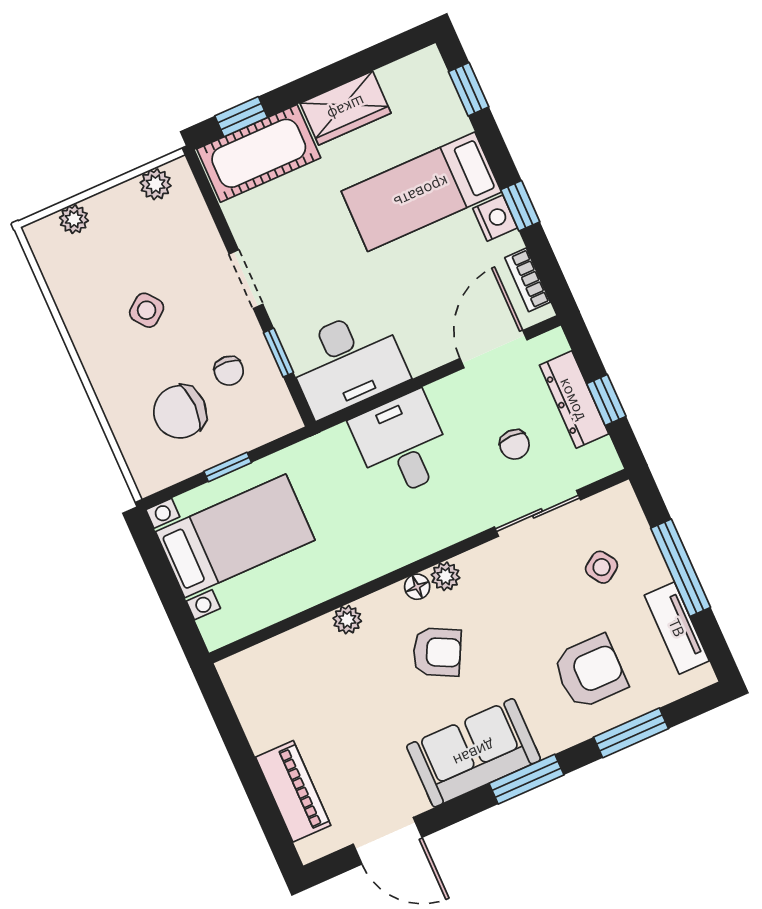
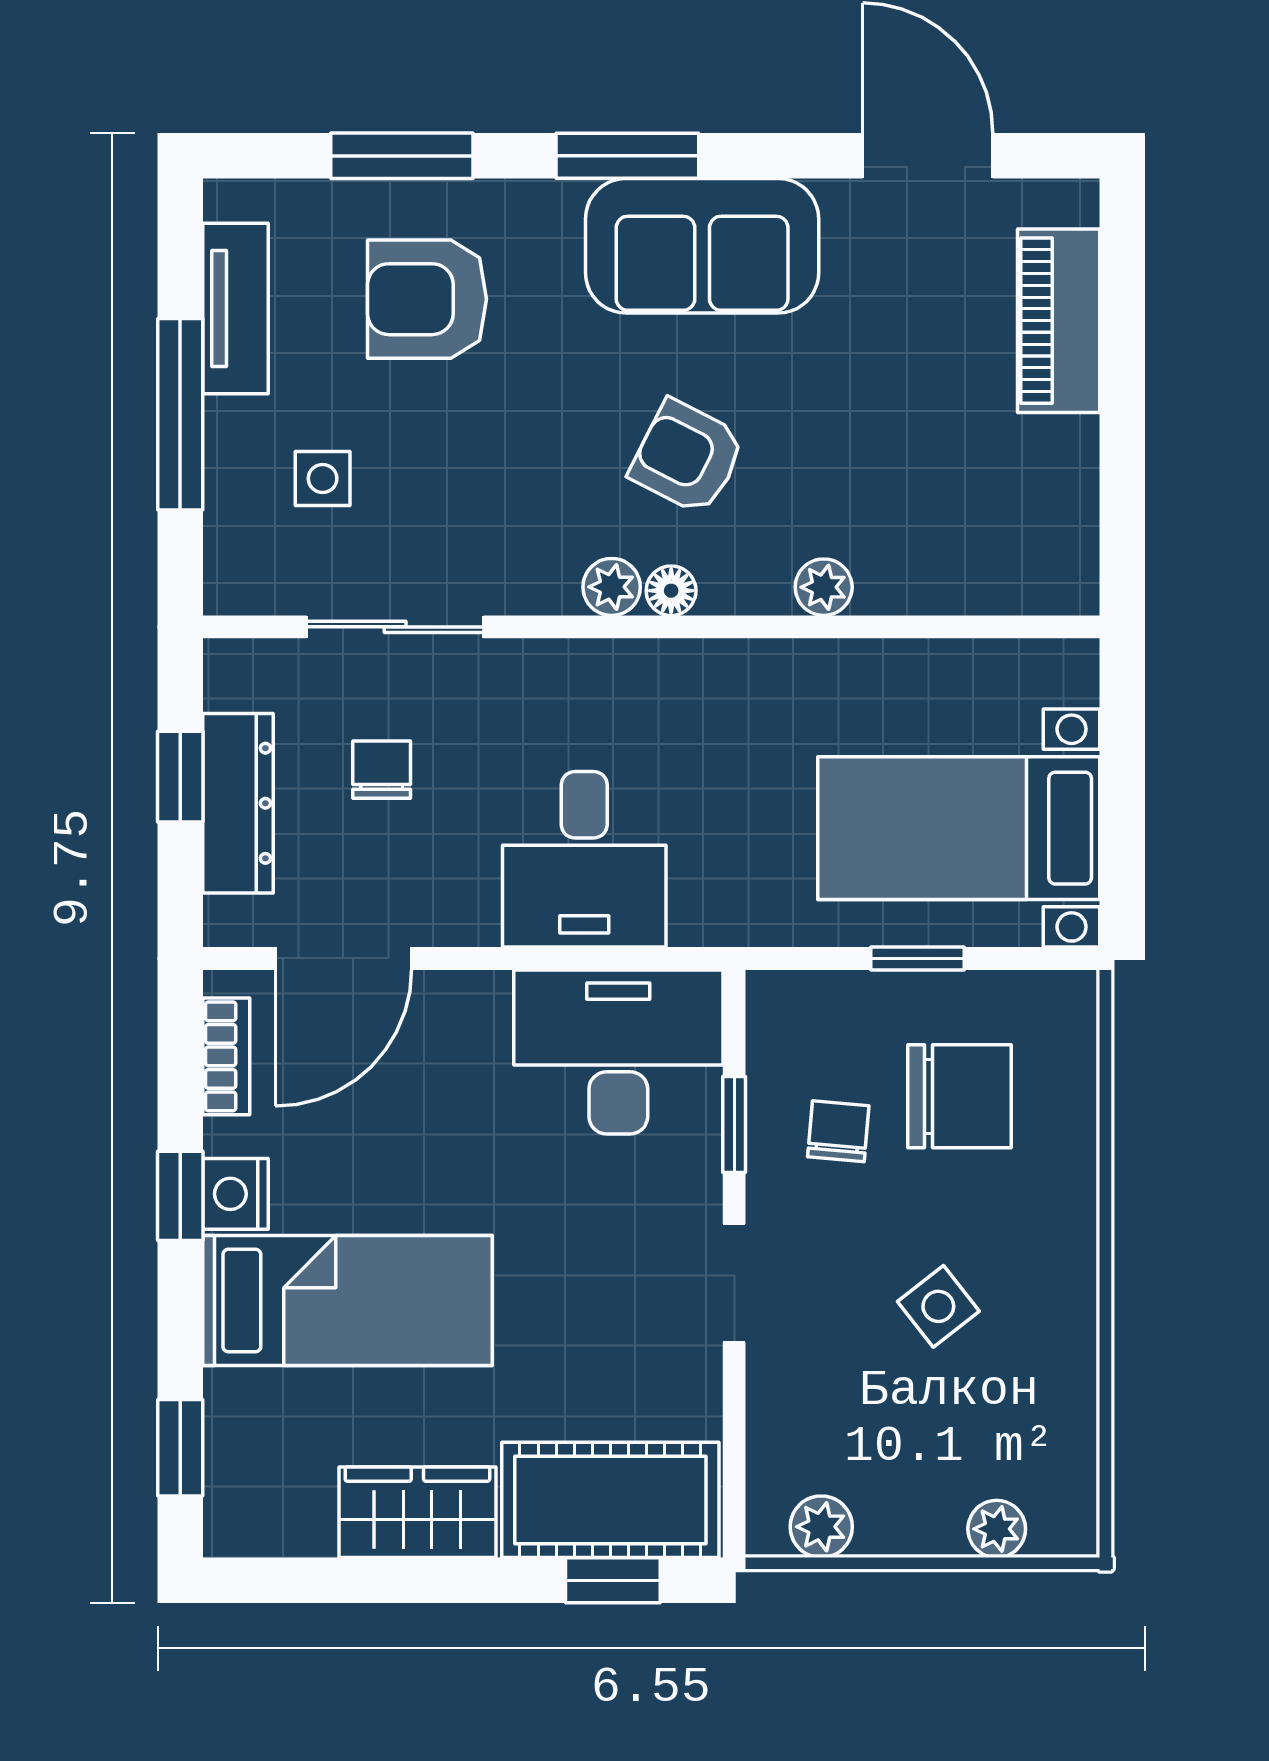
side table: (602, 567) -> (323, 479), turned 34

